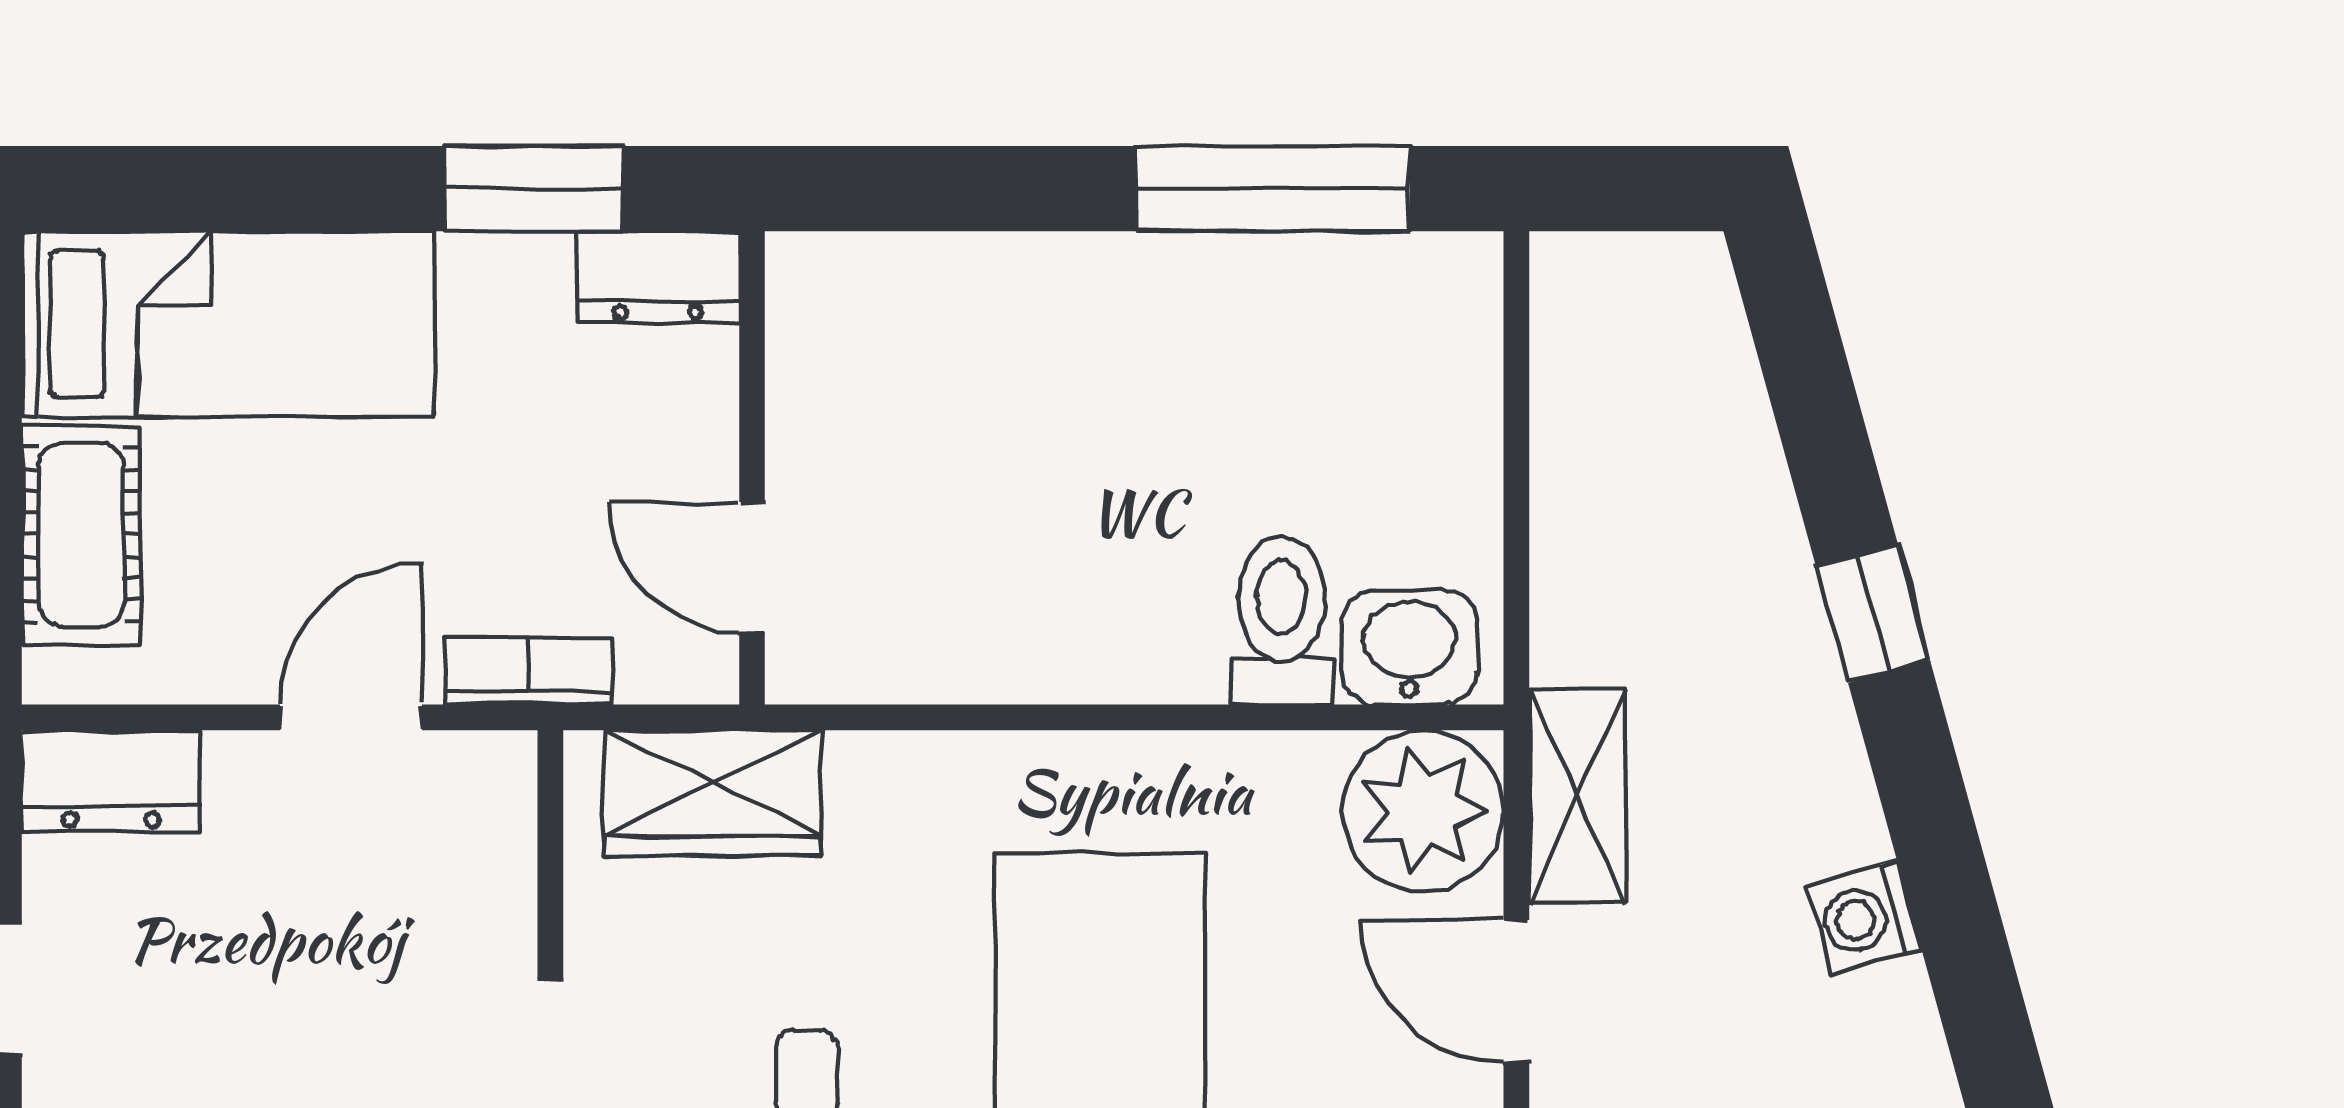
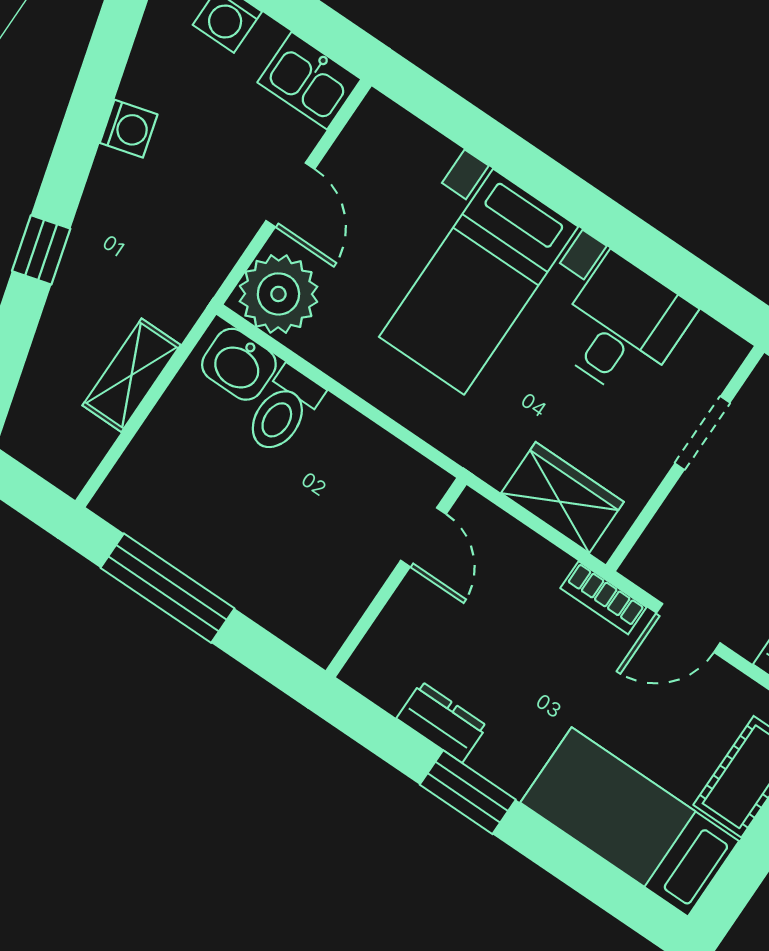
wall: (752, 468) -> (396, 578), moved
door: (752, 567) -> (423, 537), moved
shelving: (1577, 797) -> (132, 375), moved

